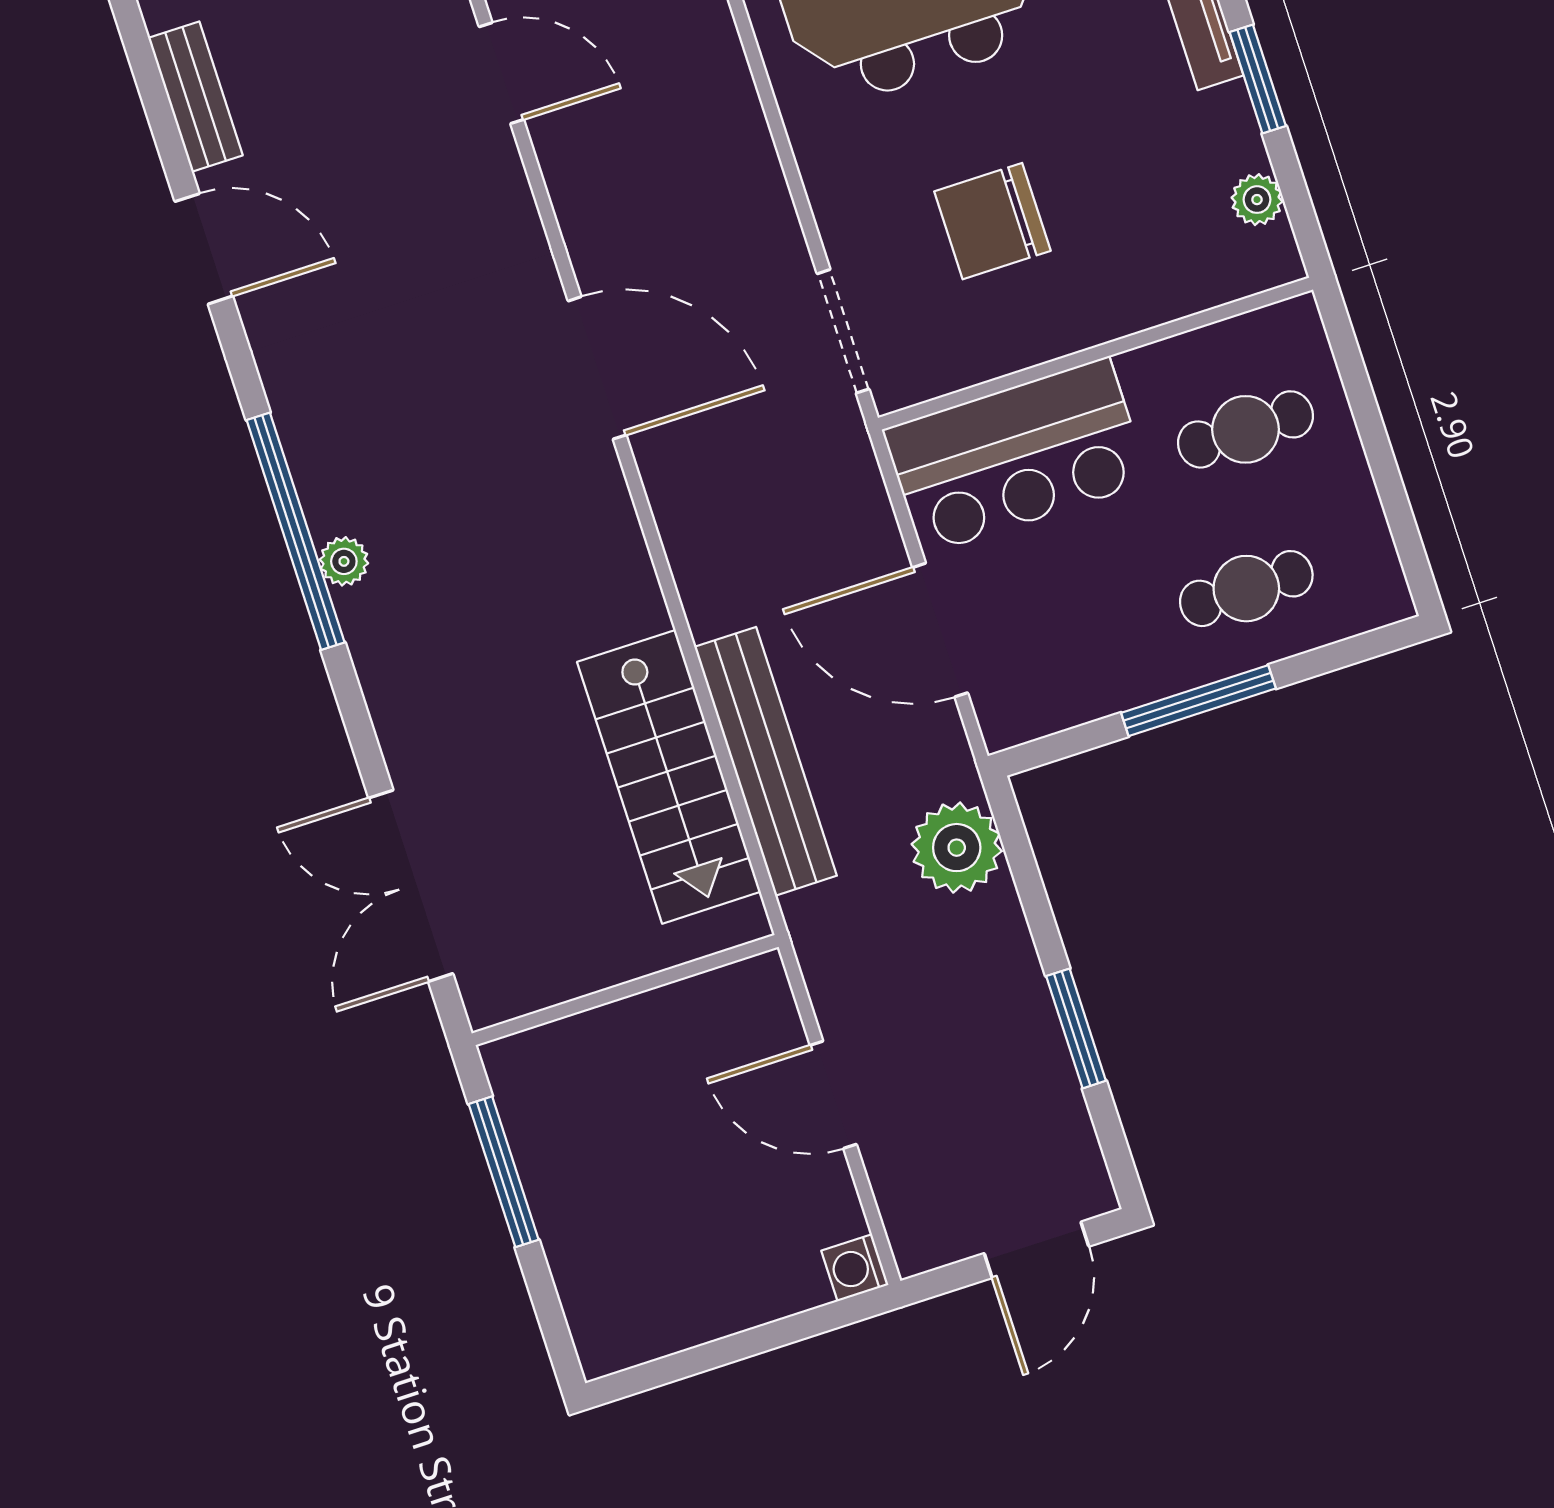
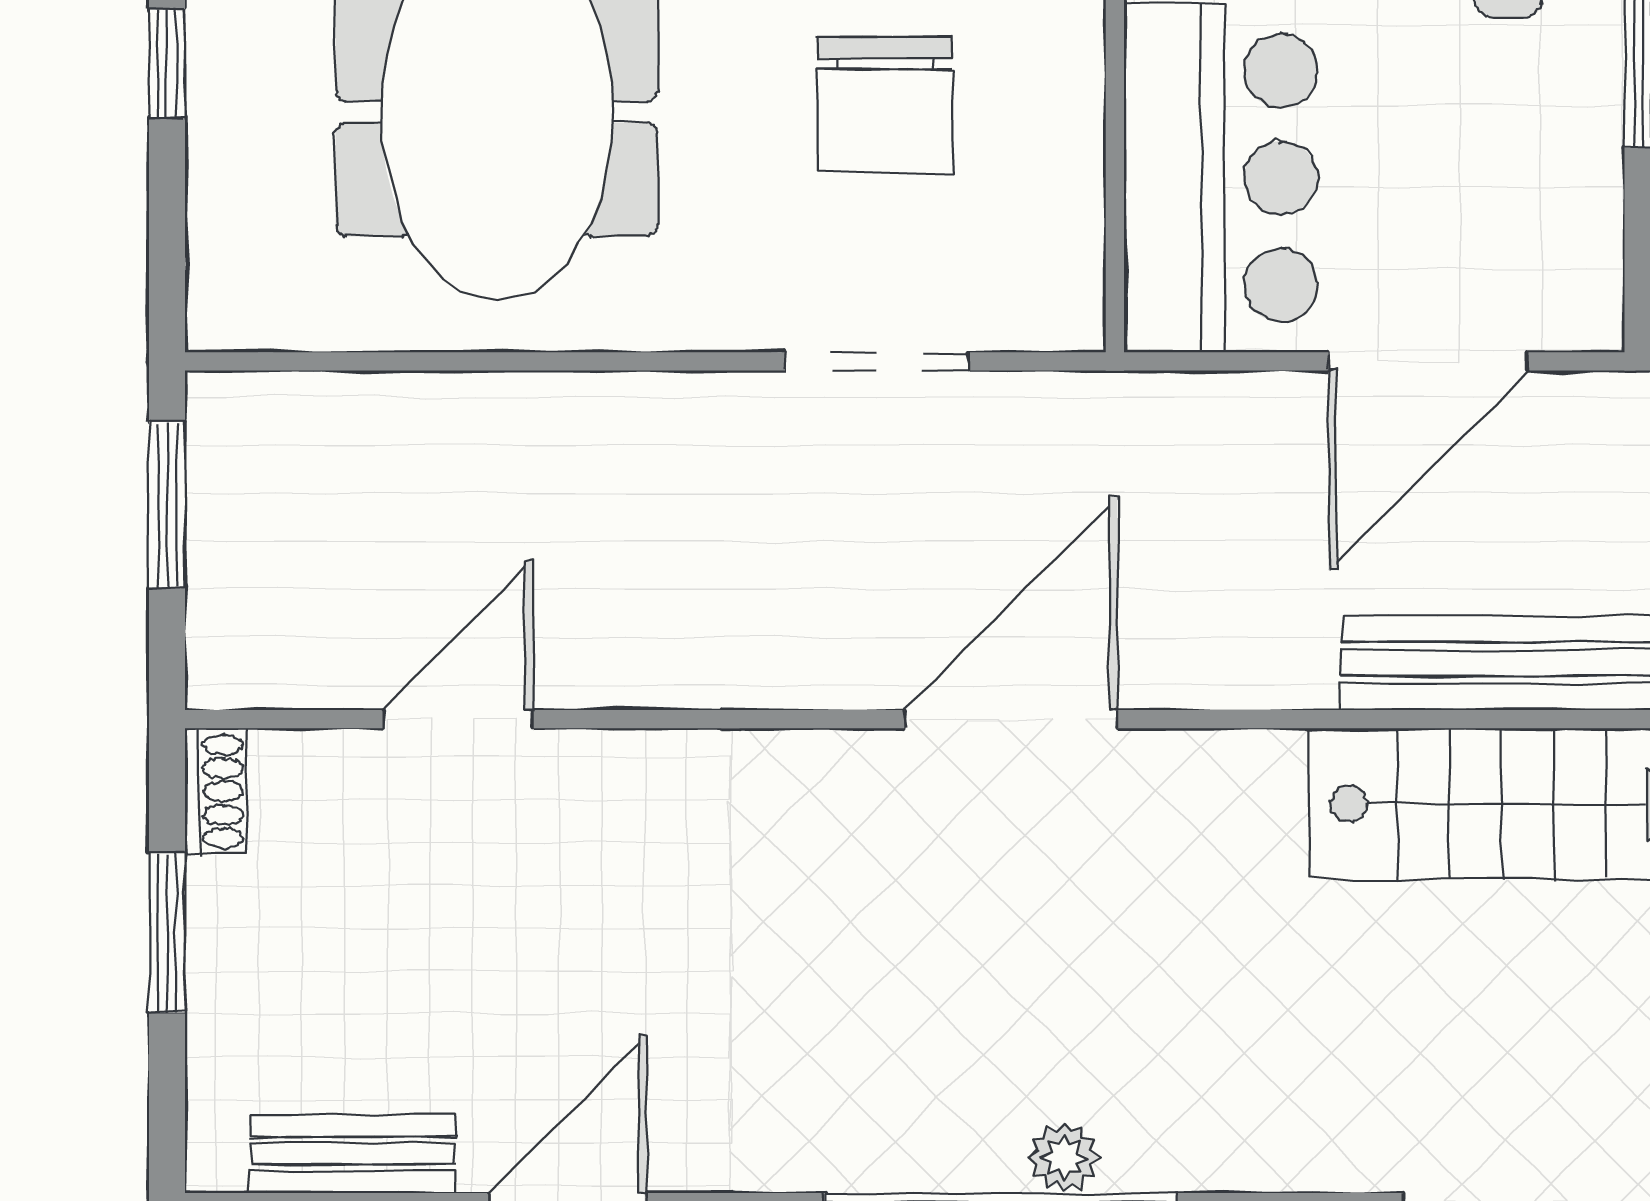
doorway: (843, 331) -> (877, 361), moved
door: (597, 368) -> (1011, 719), moved

